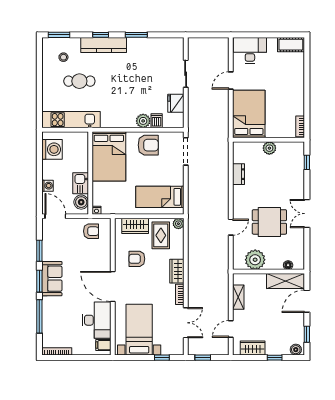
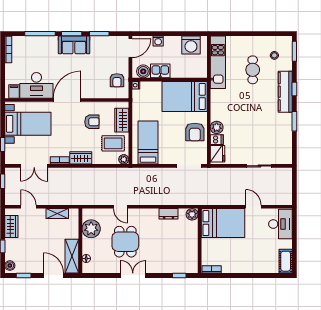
fridge: (176, 103) -> (218, 154), moved, turned 90
plant: (269, 148) -> (192, 214), moved
armchair: (137, 259) -> (92, 122), turned 90

